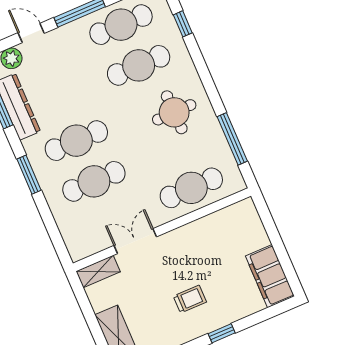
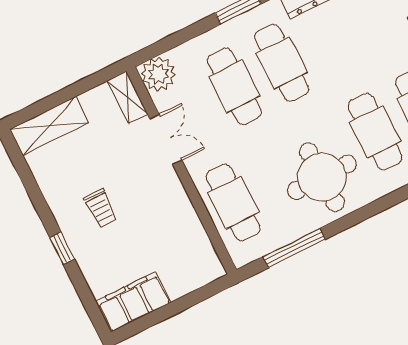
round table: (174, 112) -> (322, 177), width x1.36, depth x1.36
plant: (80, 244) -> (158, 74), added

